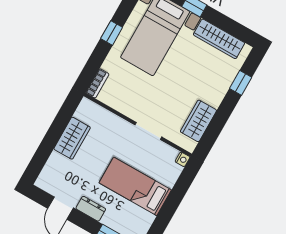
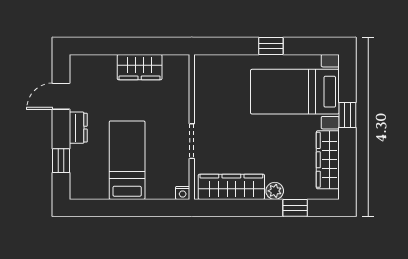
bookcase: (97, 83) -> (211, 61), removed
plant: (220, 91) -> (275, 191), added
wardrobe: (198, 121) -> (231, 187), width x1.50

